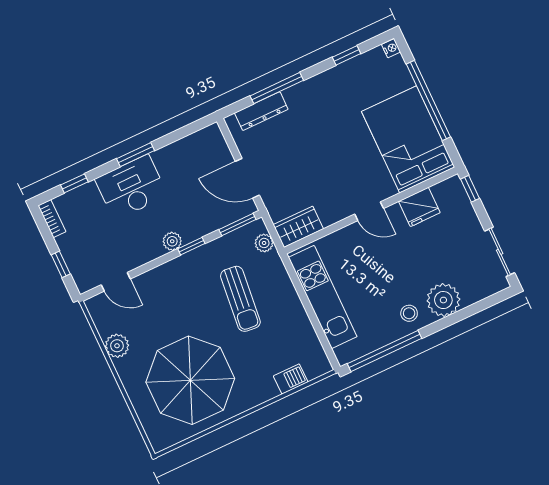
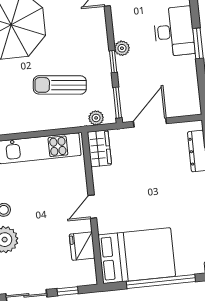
window: (470, 189) -> (68, 291), moved

